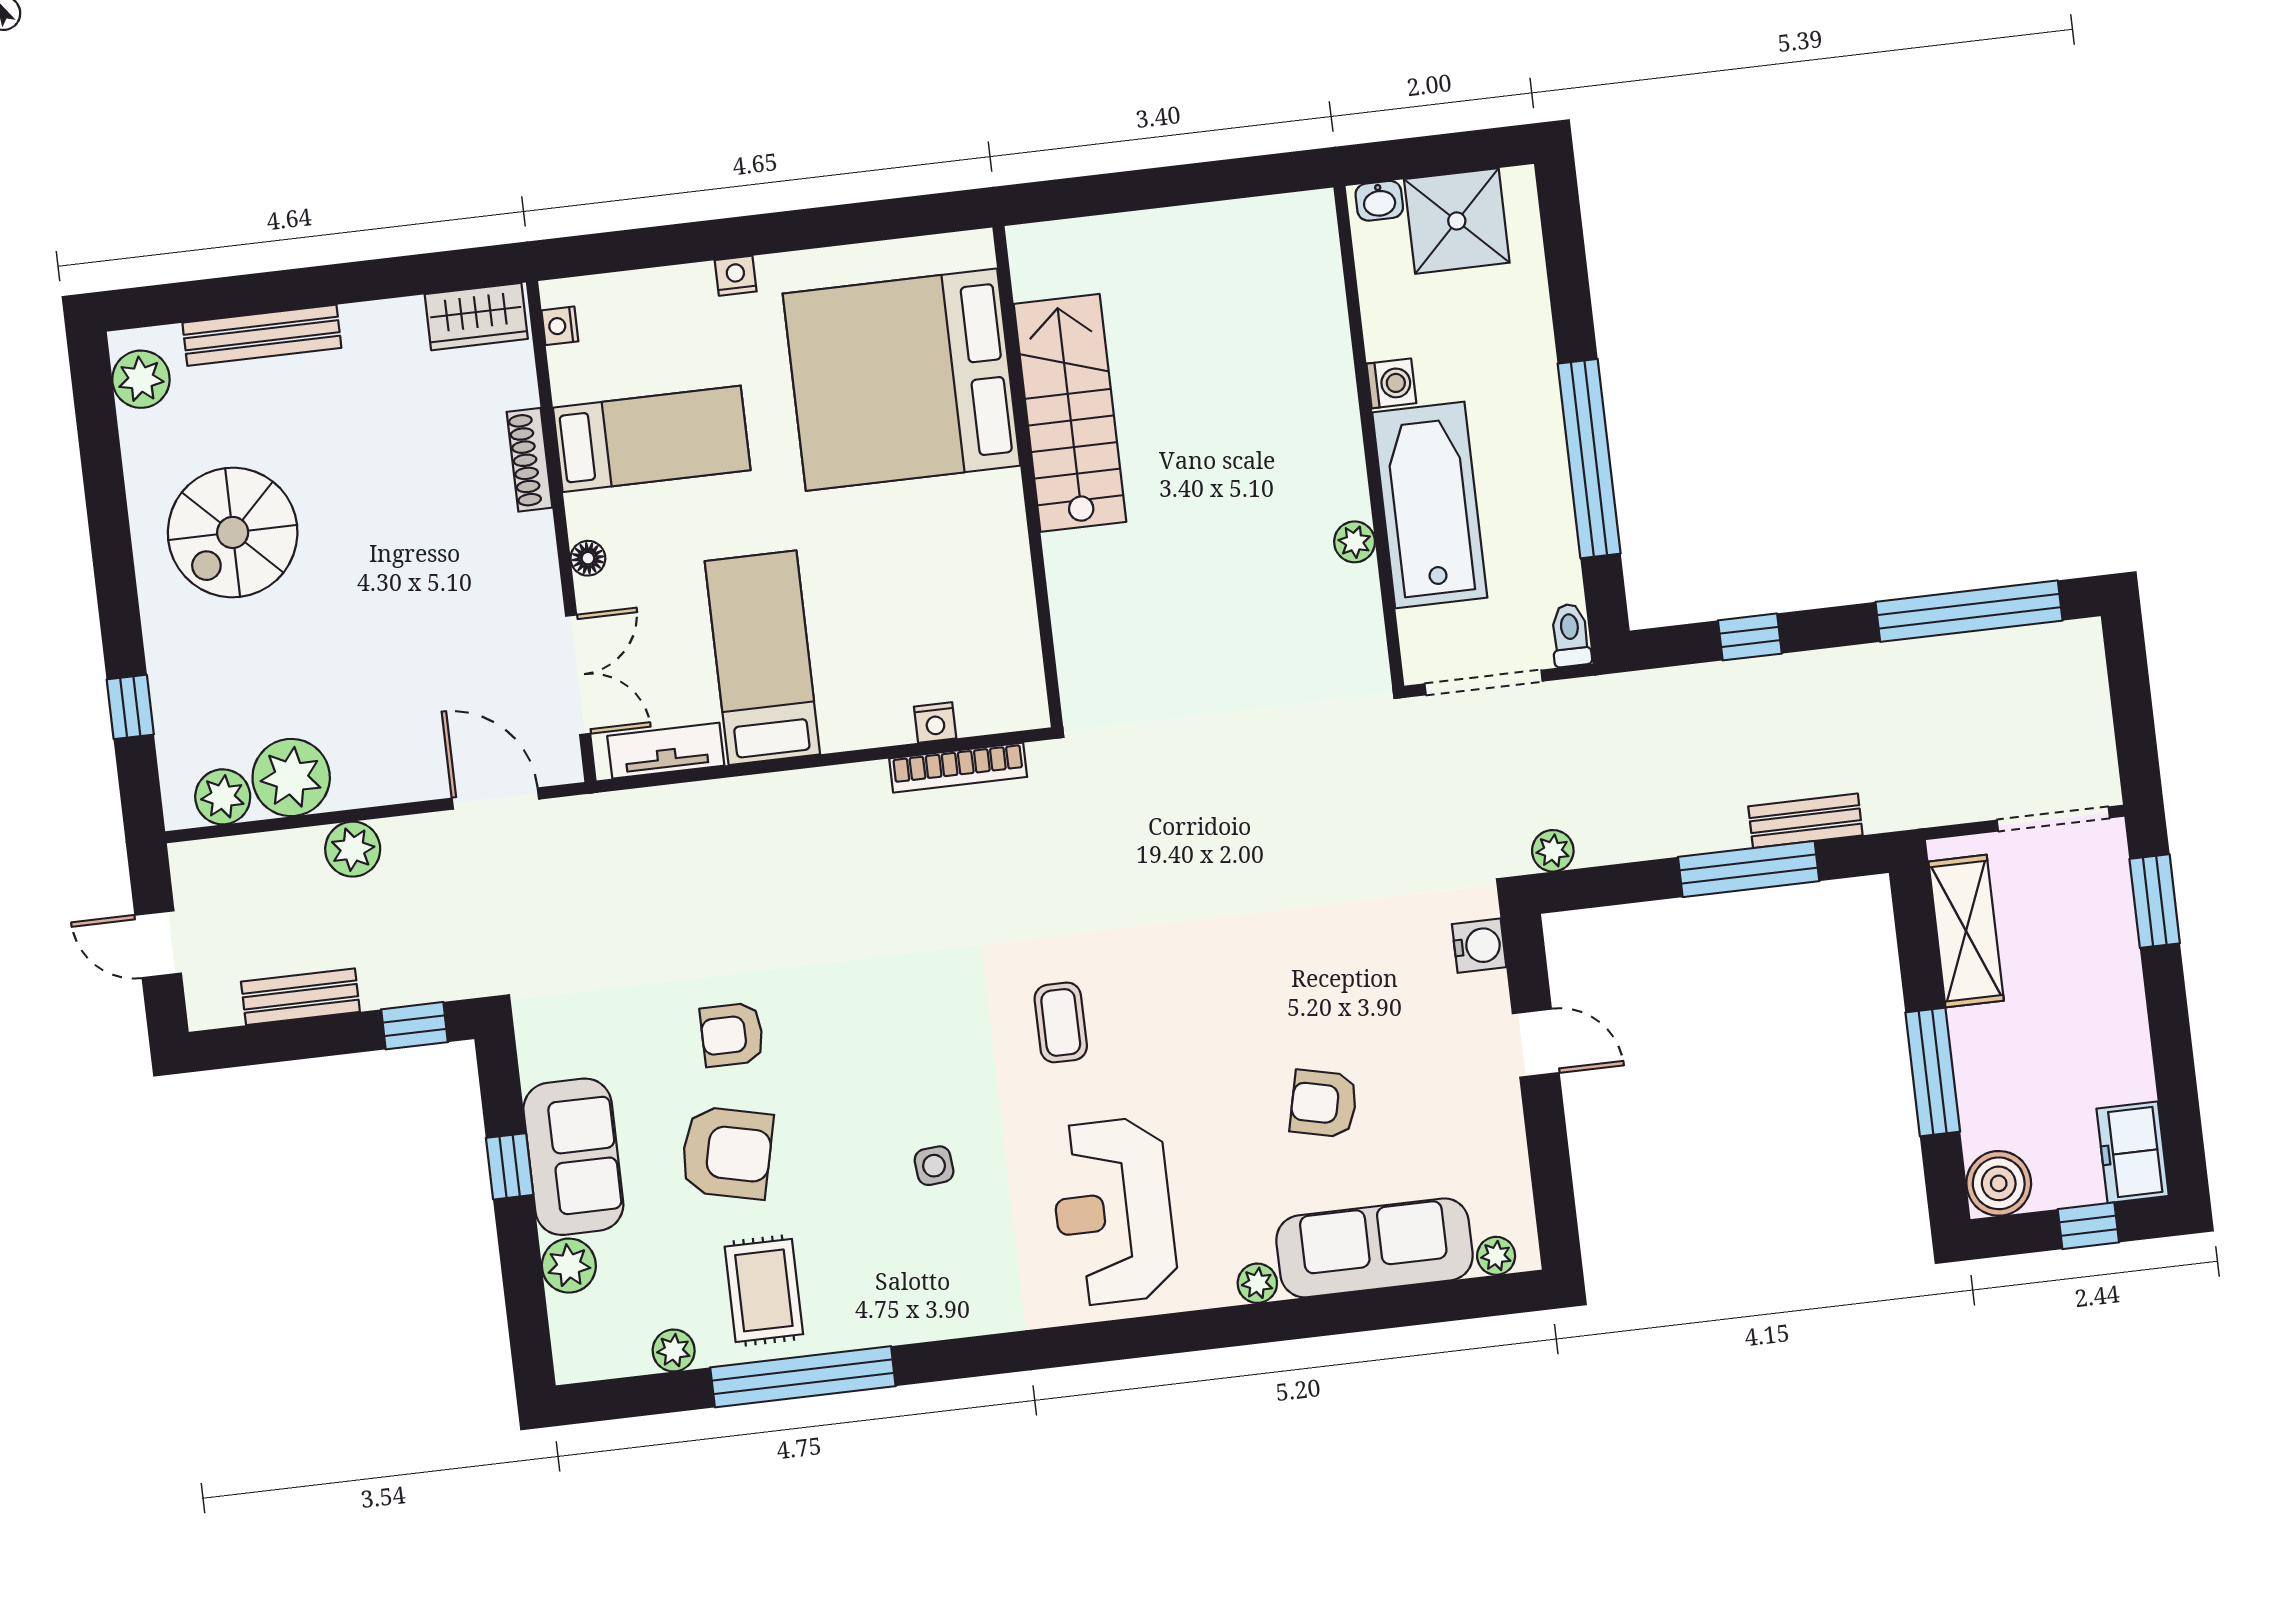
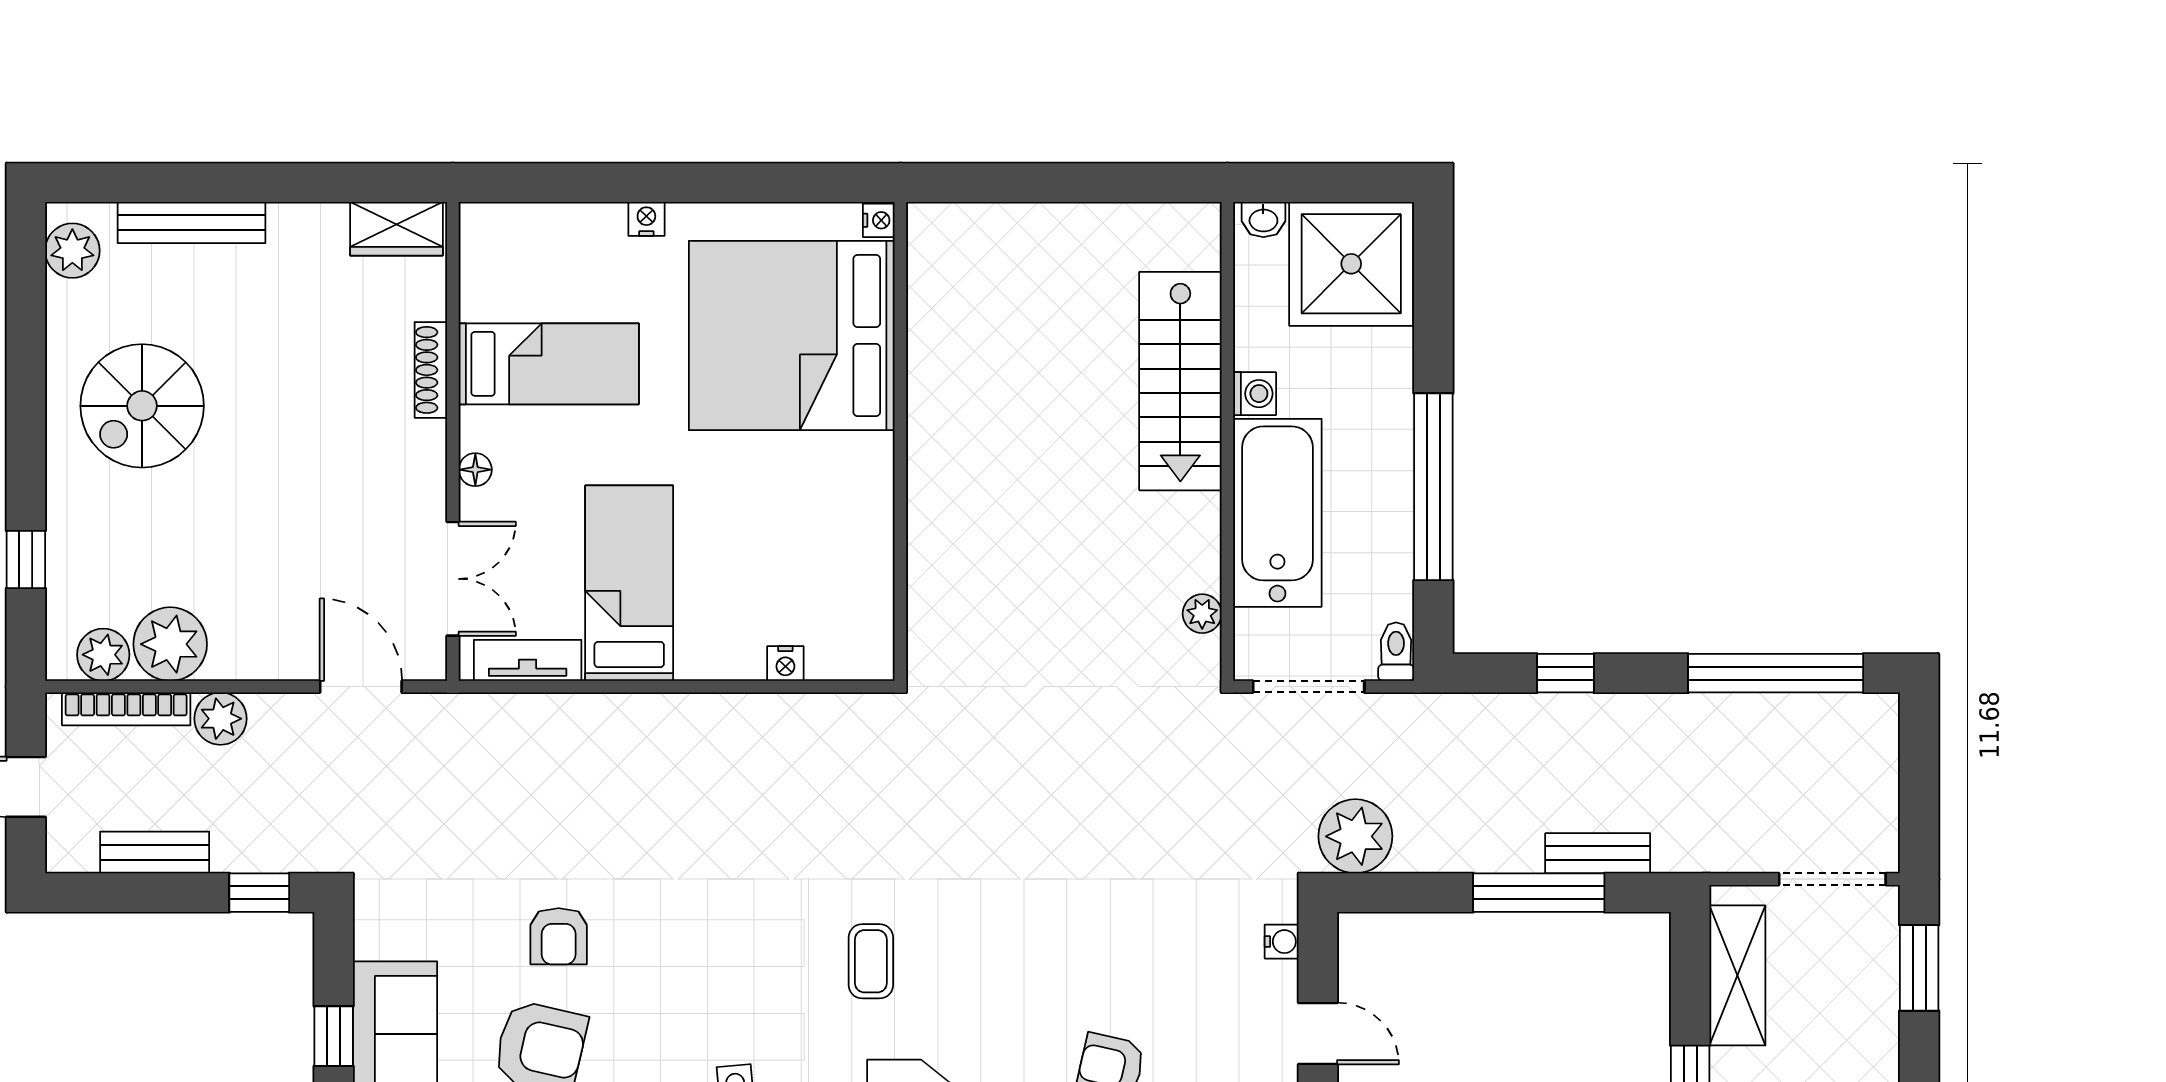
shower: (1457, 221) -> (1351, 264), width x1.37, depth x1.37
nightstand: (560, 326) -> (879, 220), moved, turned 180
stairs: (1070, 413) -> (1180, 381), moved, turned 180
plant: (1355, 542) -> (1202, 614), moved
bookcase: (958, 768) -> (126, 709), moved
plant: (1553, 851) -> (1355, 836), width x1.88, depth x1.88
water cooler: (1479, 946) -> (1282, 942), width x0.72, depth x0.72
armchair: (732, 1035) -> (559, 936), turned -90

